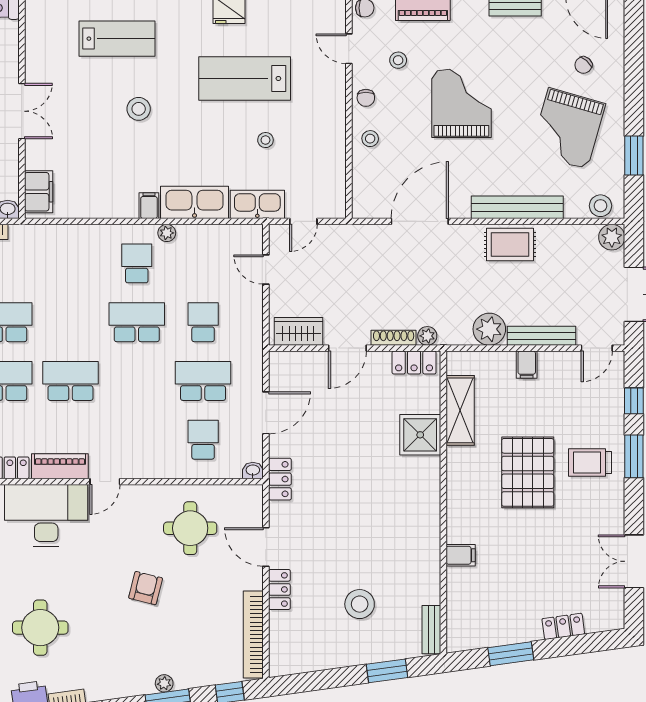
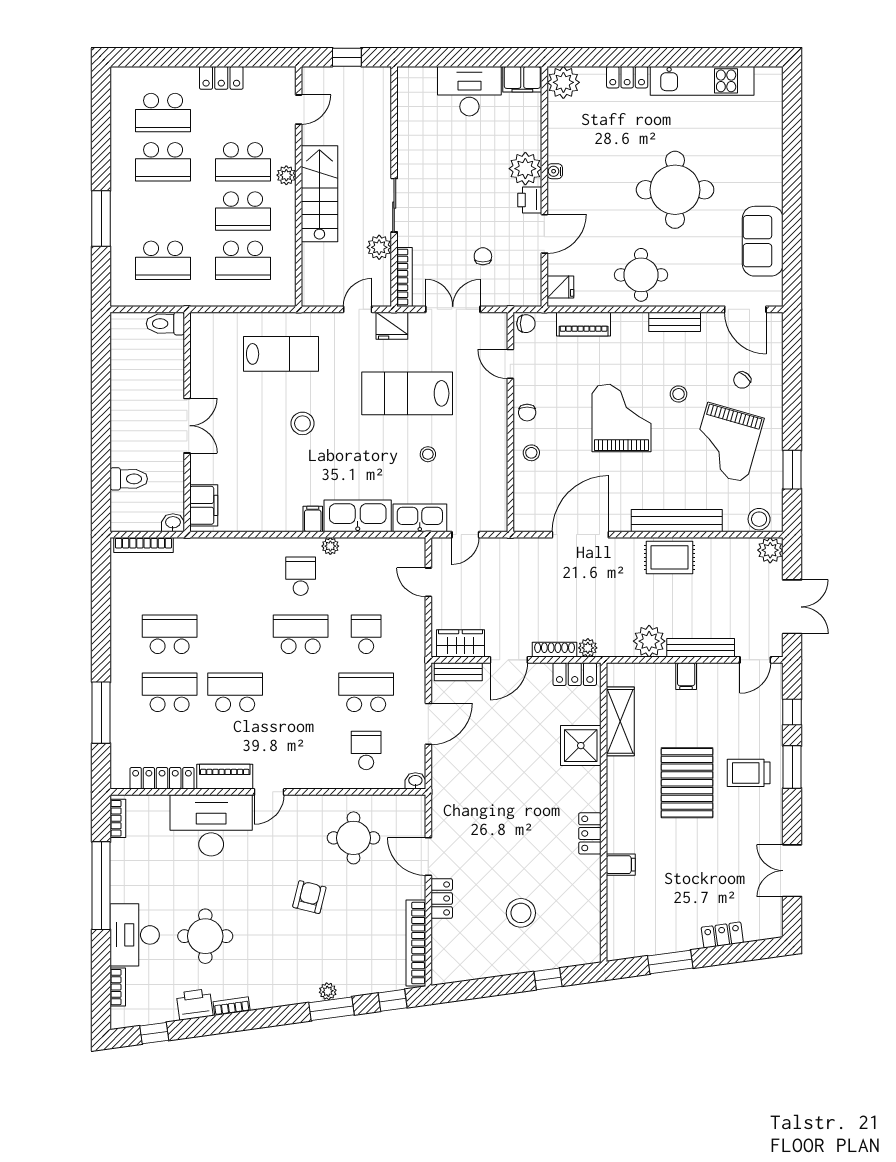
stool: (398, 60) -> (679, 394), moved
locker: (280, 479) -> (590, 833), moved, turned 180
bench: (431, 630) -> (458, 672), moved, turned 90
window: (387, 671) -> (548, 979), width x0.67

